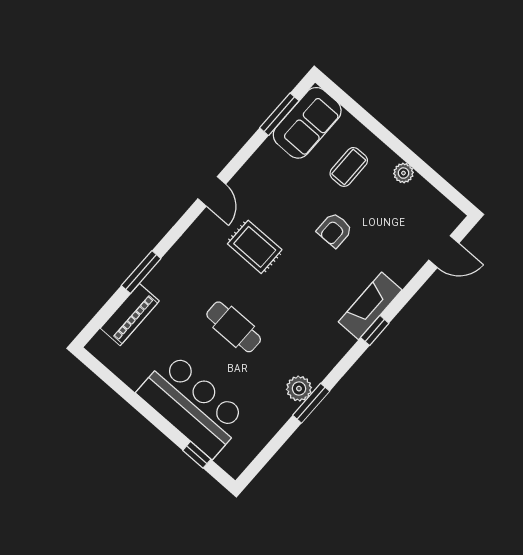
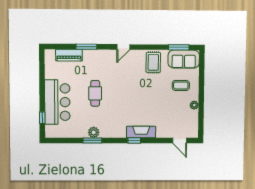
door: (212, 191) -> (123, 47), moved
armchair: (335, 230) -> (156, 99), removed
rug: (255, 247) -> (153, 62), moved

